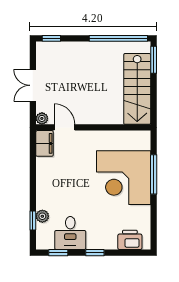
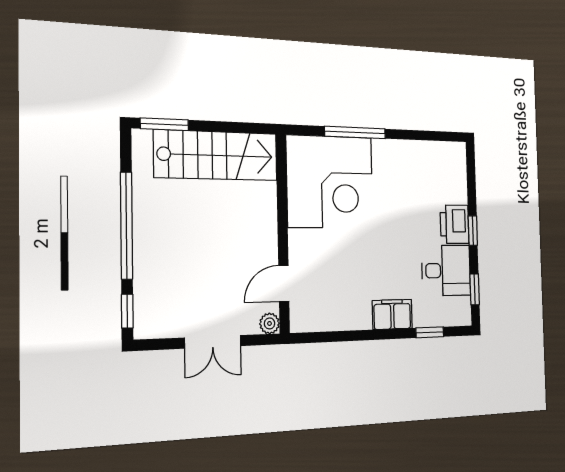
window: (118, 38) -> (126, 225), moved
filing cabinet: (45, 143) -> (392, 314), moved
corner desk: (124, 178) -> (330, 182), moved
plant: (42, 216) -> (423, 317), removed
printer: (130, 240) -> (455, 224), moved

